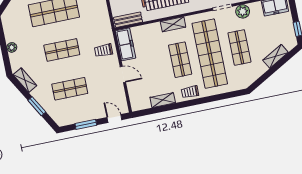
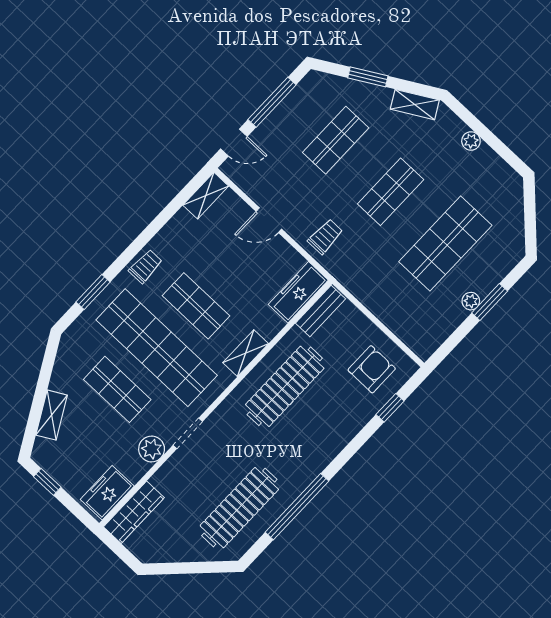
freezer: (125, 44) -> (298, 292), moved, turned 90
window: (220, 97) -> (93, 292), added
shelving: (163, 100) -> (206, 196), moved
window: (86, 124) -> (272, 102), width x1.44

